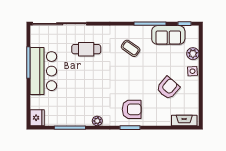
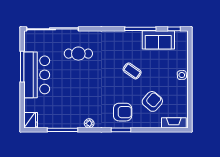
coffee table: (131, 48) -> (132, 71), moved
plant: (193, 54) -> (182, 58), removed
armchair: (168, 88) -> (152, 101), moved

